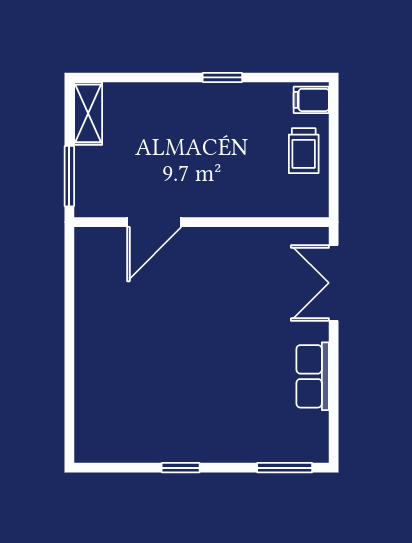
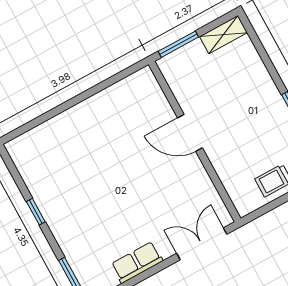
door: (154, 222) -> (190, 133), moved

